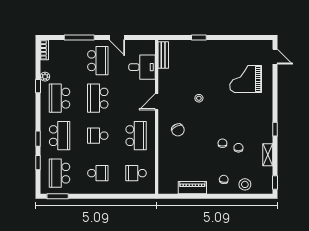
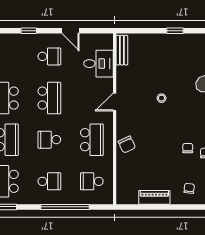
window: (79, 38) -> (29, 31), width x0.46
window: (199, 38) -> (175, 31), moved
school desk: (98, 61) -> (49, 56), width x0.54
school desk: (98, 98) -> (49, 98), turned 180
chair: (178, 130) -> (127, 144), moved
window: (112, 196) -> (65, 207), added

